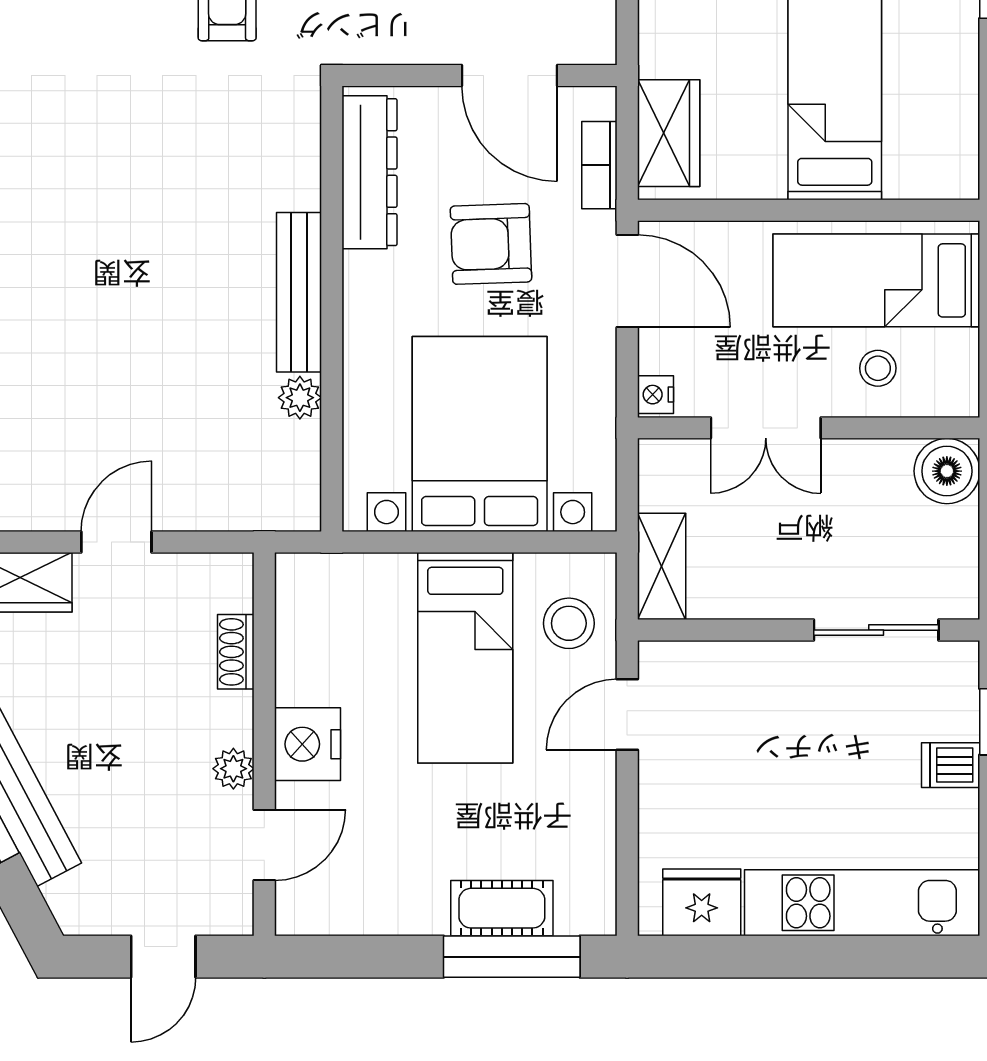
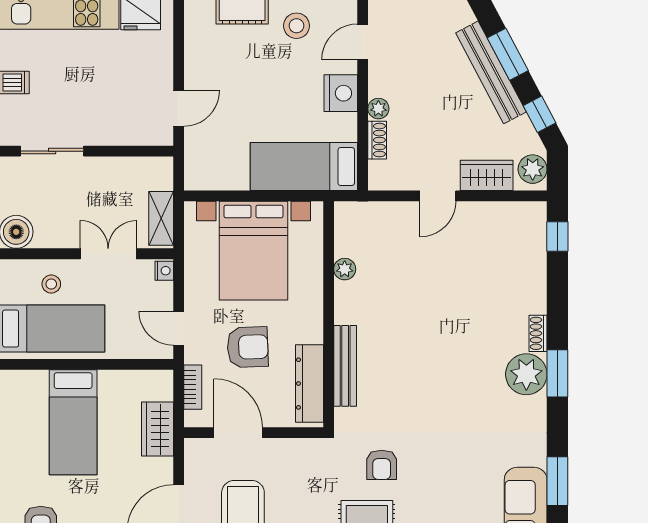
wardrobe: (669, 133) -> (158, 429), moved
door: (627, 281) -> (179, 328), width x0.73
bench: (299, 292) -> (345, 366), moved
shelving: (662, 566) -> (161, 218), moved
stool: (569, 623) -> (296, 26), moved
bed: (465, 658) -> (304, 166), moved, turned -90
plant: (233, 769) -> (378, 109), moved

